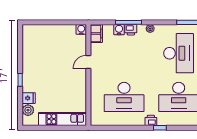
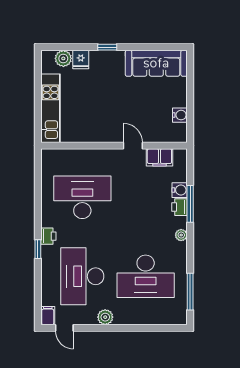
water cooler: (81, 29) -> (180, 115), moved
filing cabinet: (96, 33) -> (159, 157), moved
sofa: (31, 46) -> (156, 63), added
desk: (124, 97) -> (82, 197), turned 90

